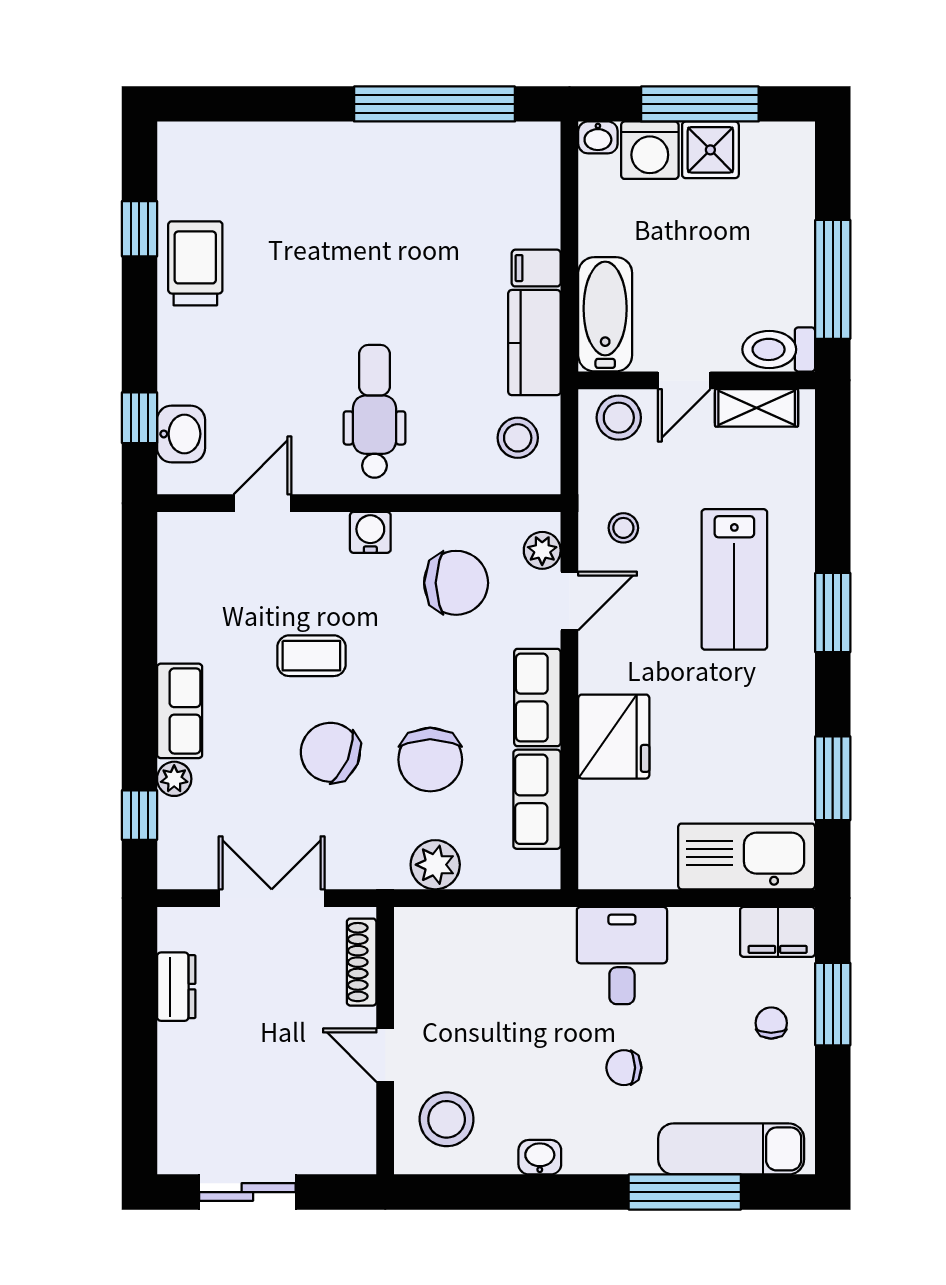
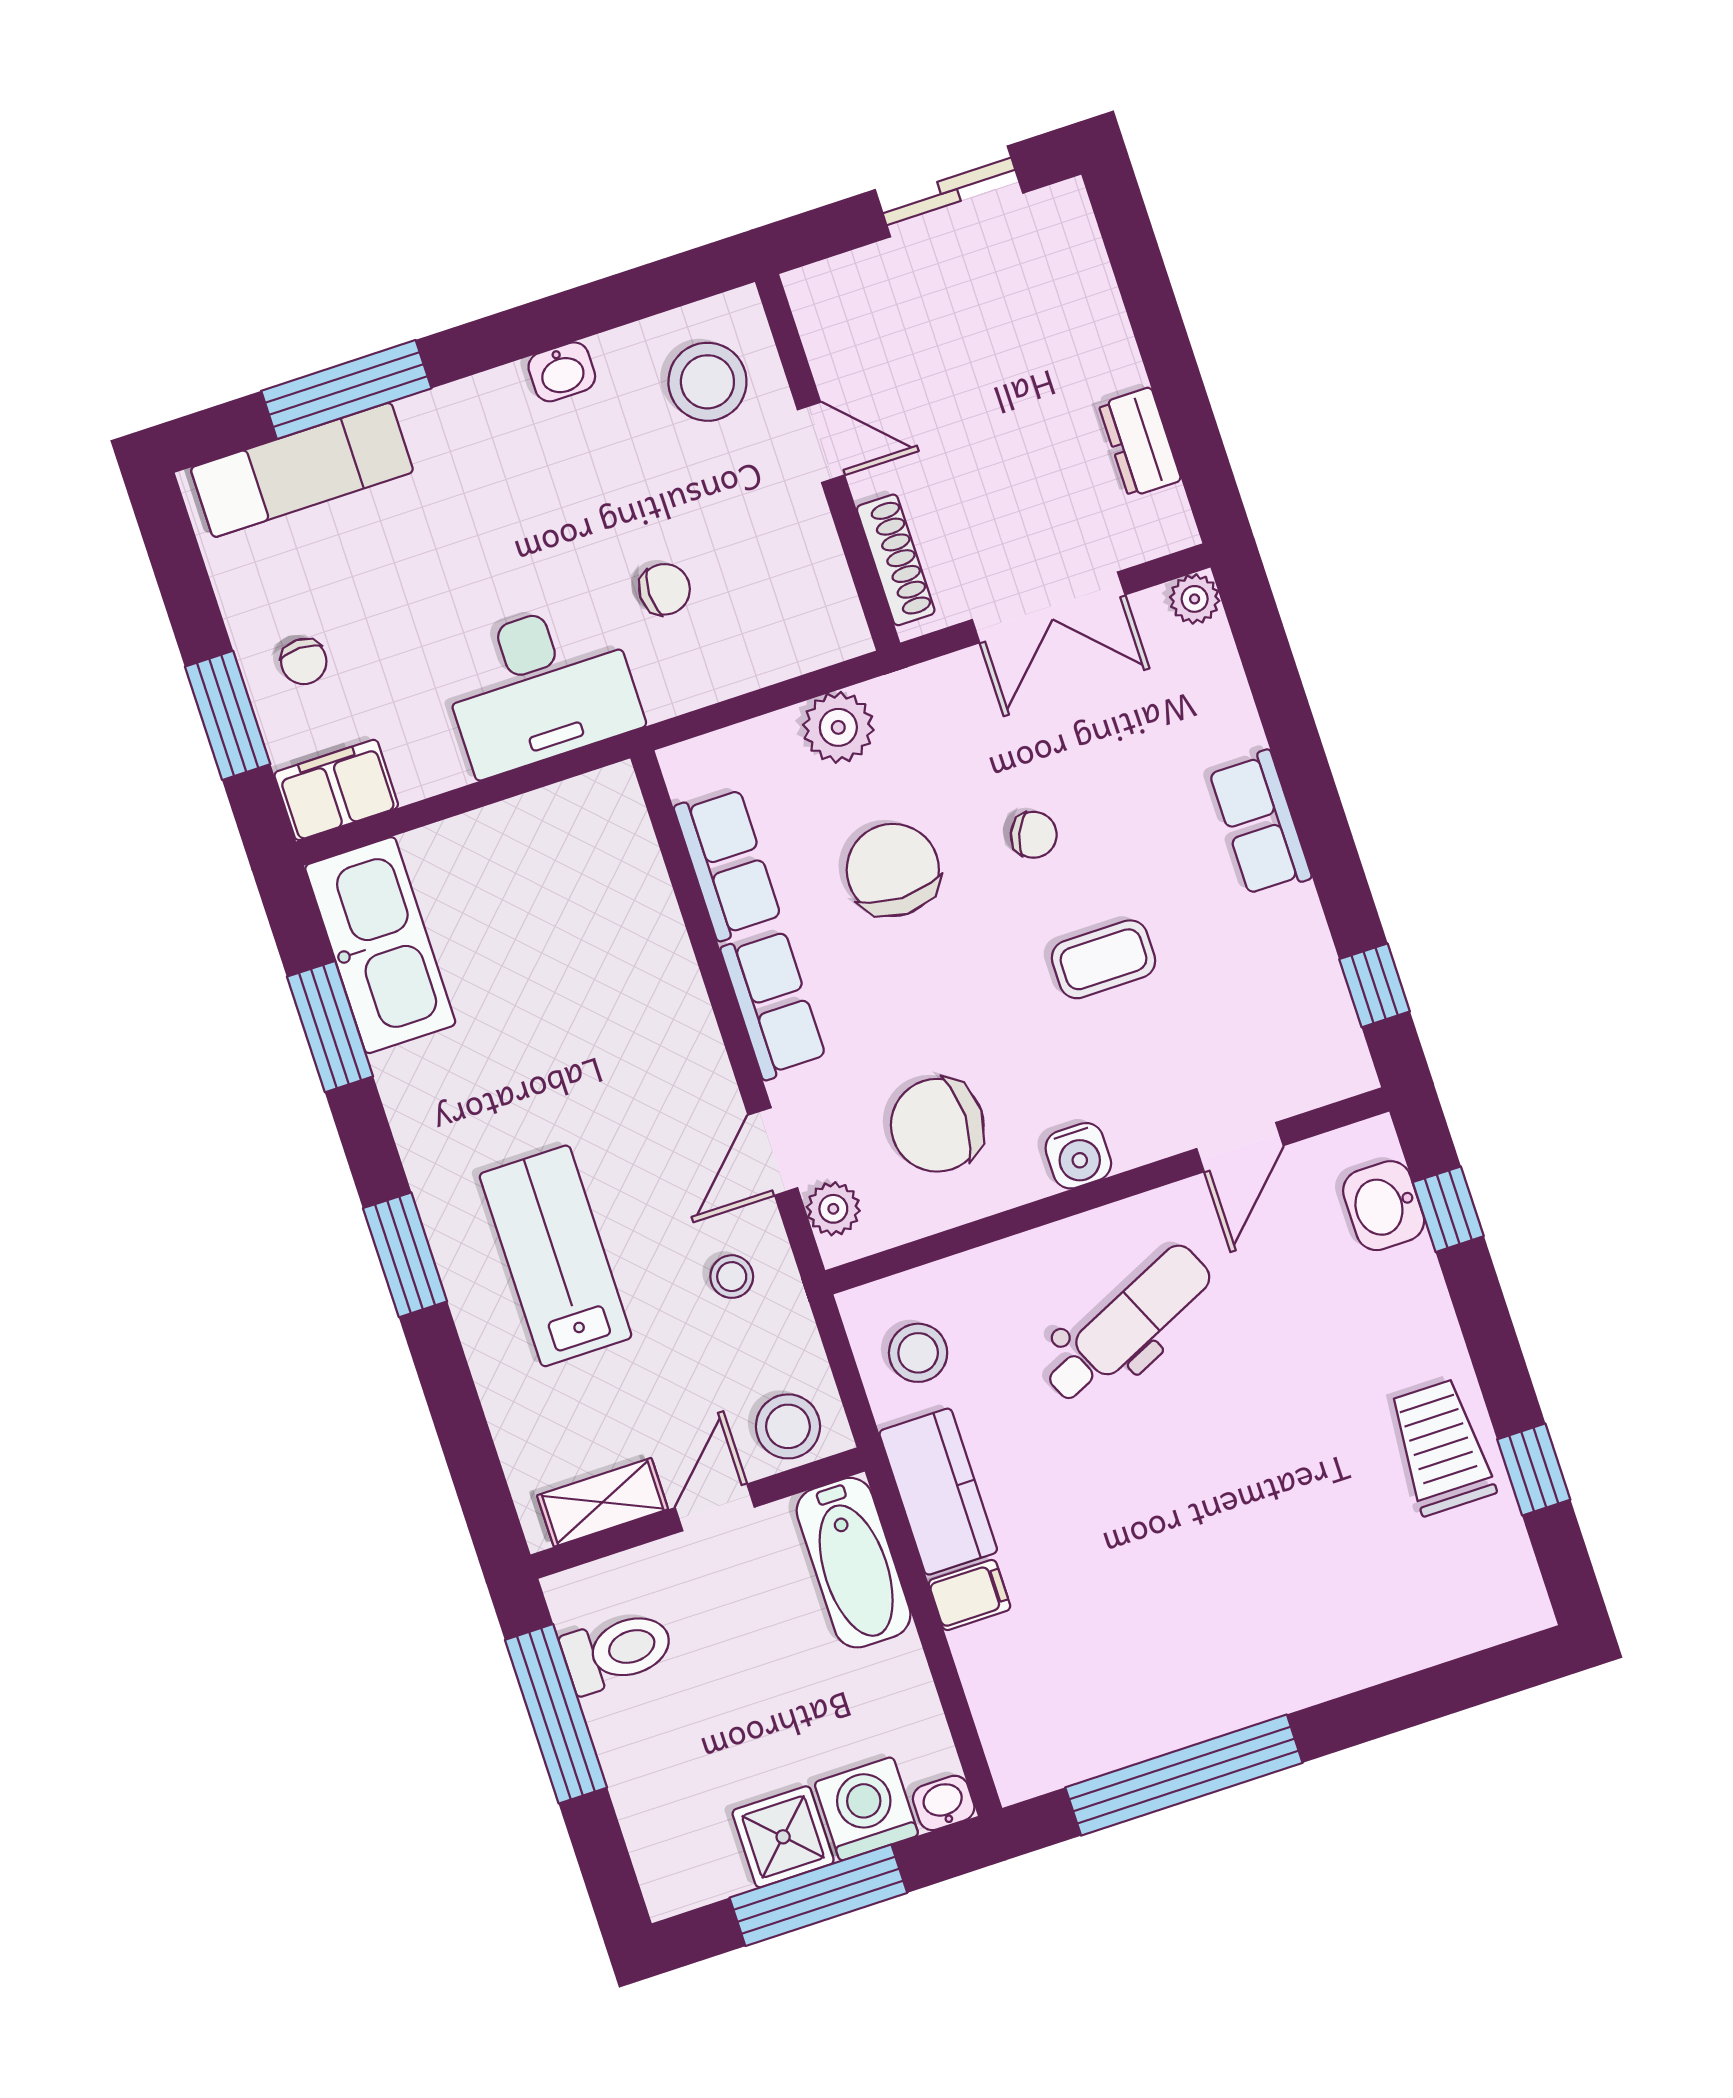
trolley: (195, 263) -> (1441, 1447), turned 180
toilet: (779, 349) -> (618, 1651), moved
dental chair: (374, 411) -> (1127, 1324), turned -115
fridge: (614, 737) -> (650, 985), removed
chair: (330, 752) -> (1034, 835), width x0.54, depth x0.54
plant: (174, 779) -> (1195, 599), moved
window: (139, 815) -> (1375, 985), moved
kitchen sink: (747, 856) -> (380, 945), moved, turned -90
desk: (622, 955) -> (540, 687), width x1.37
chair: (624, 1068) -> (665, 589), moved

